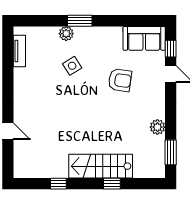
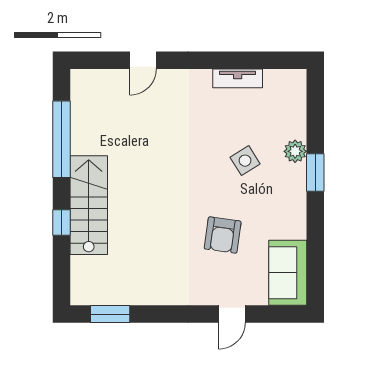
window: (171, 49) -> (272, 314), removed
tv unit: (19, 51) -> (238, 78), moved
plant: (157, 127) -> (150, 293), removed
window: (58, 184) -> (61, 139), width x3.17

